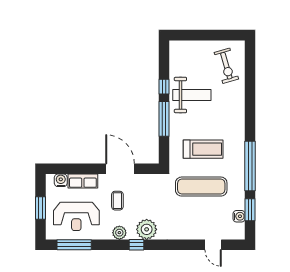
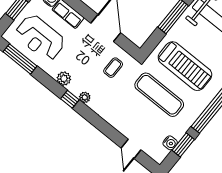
treadmill: (203, 149) -> (185, 66), width x1.37, depth x1.38
coffee table: (117, 201) -> (113, 68), moved
plant: (147, 229) -> (85, 97), width x0.53, depth x0.53

